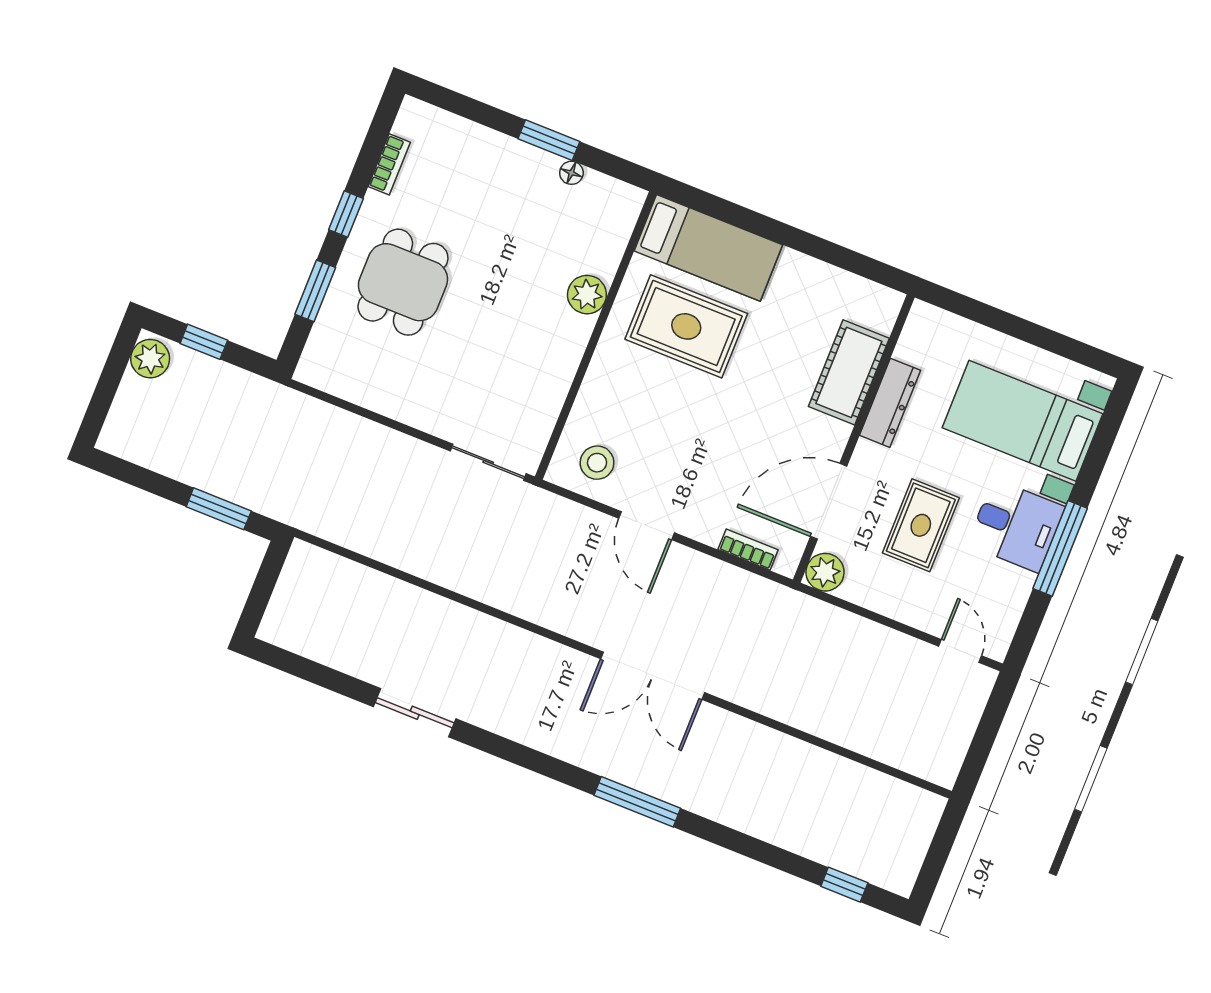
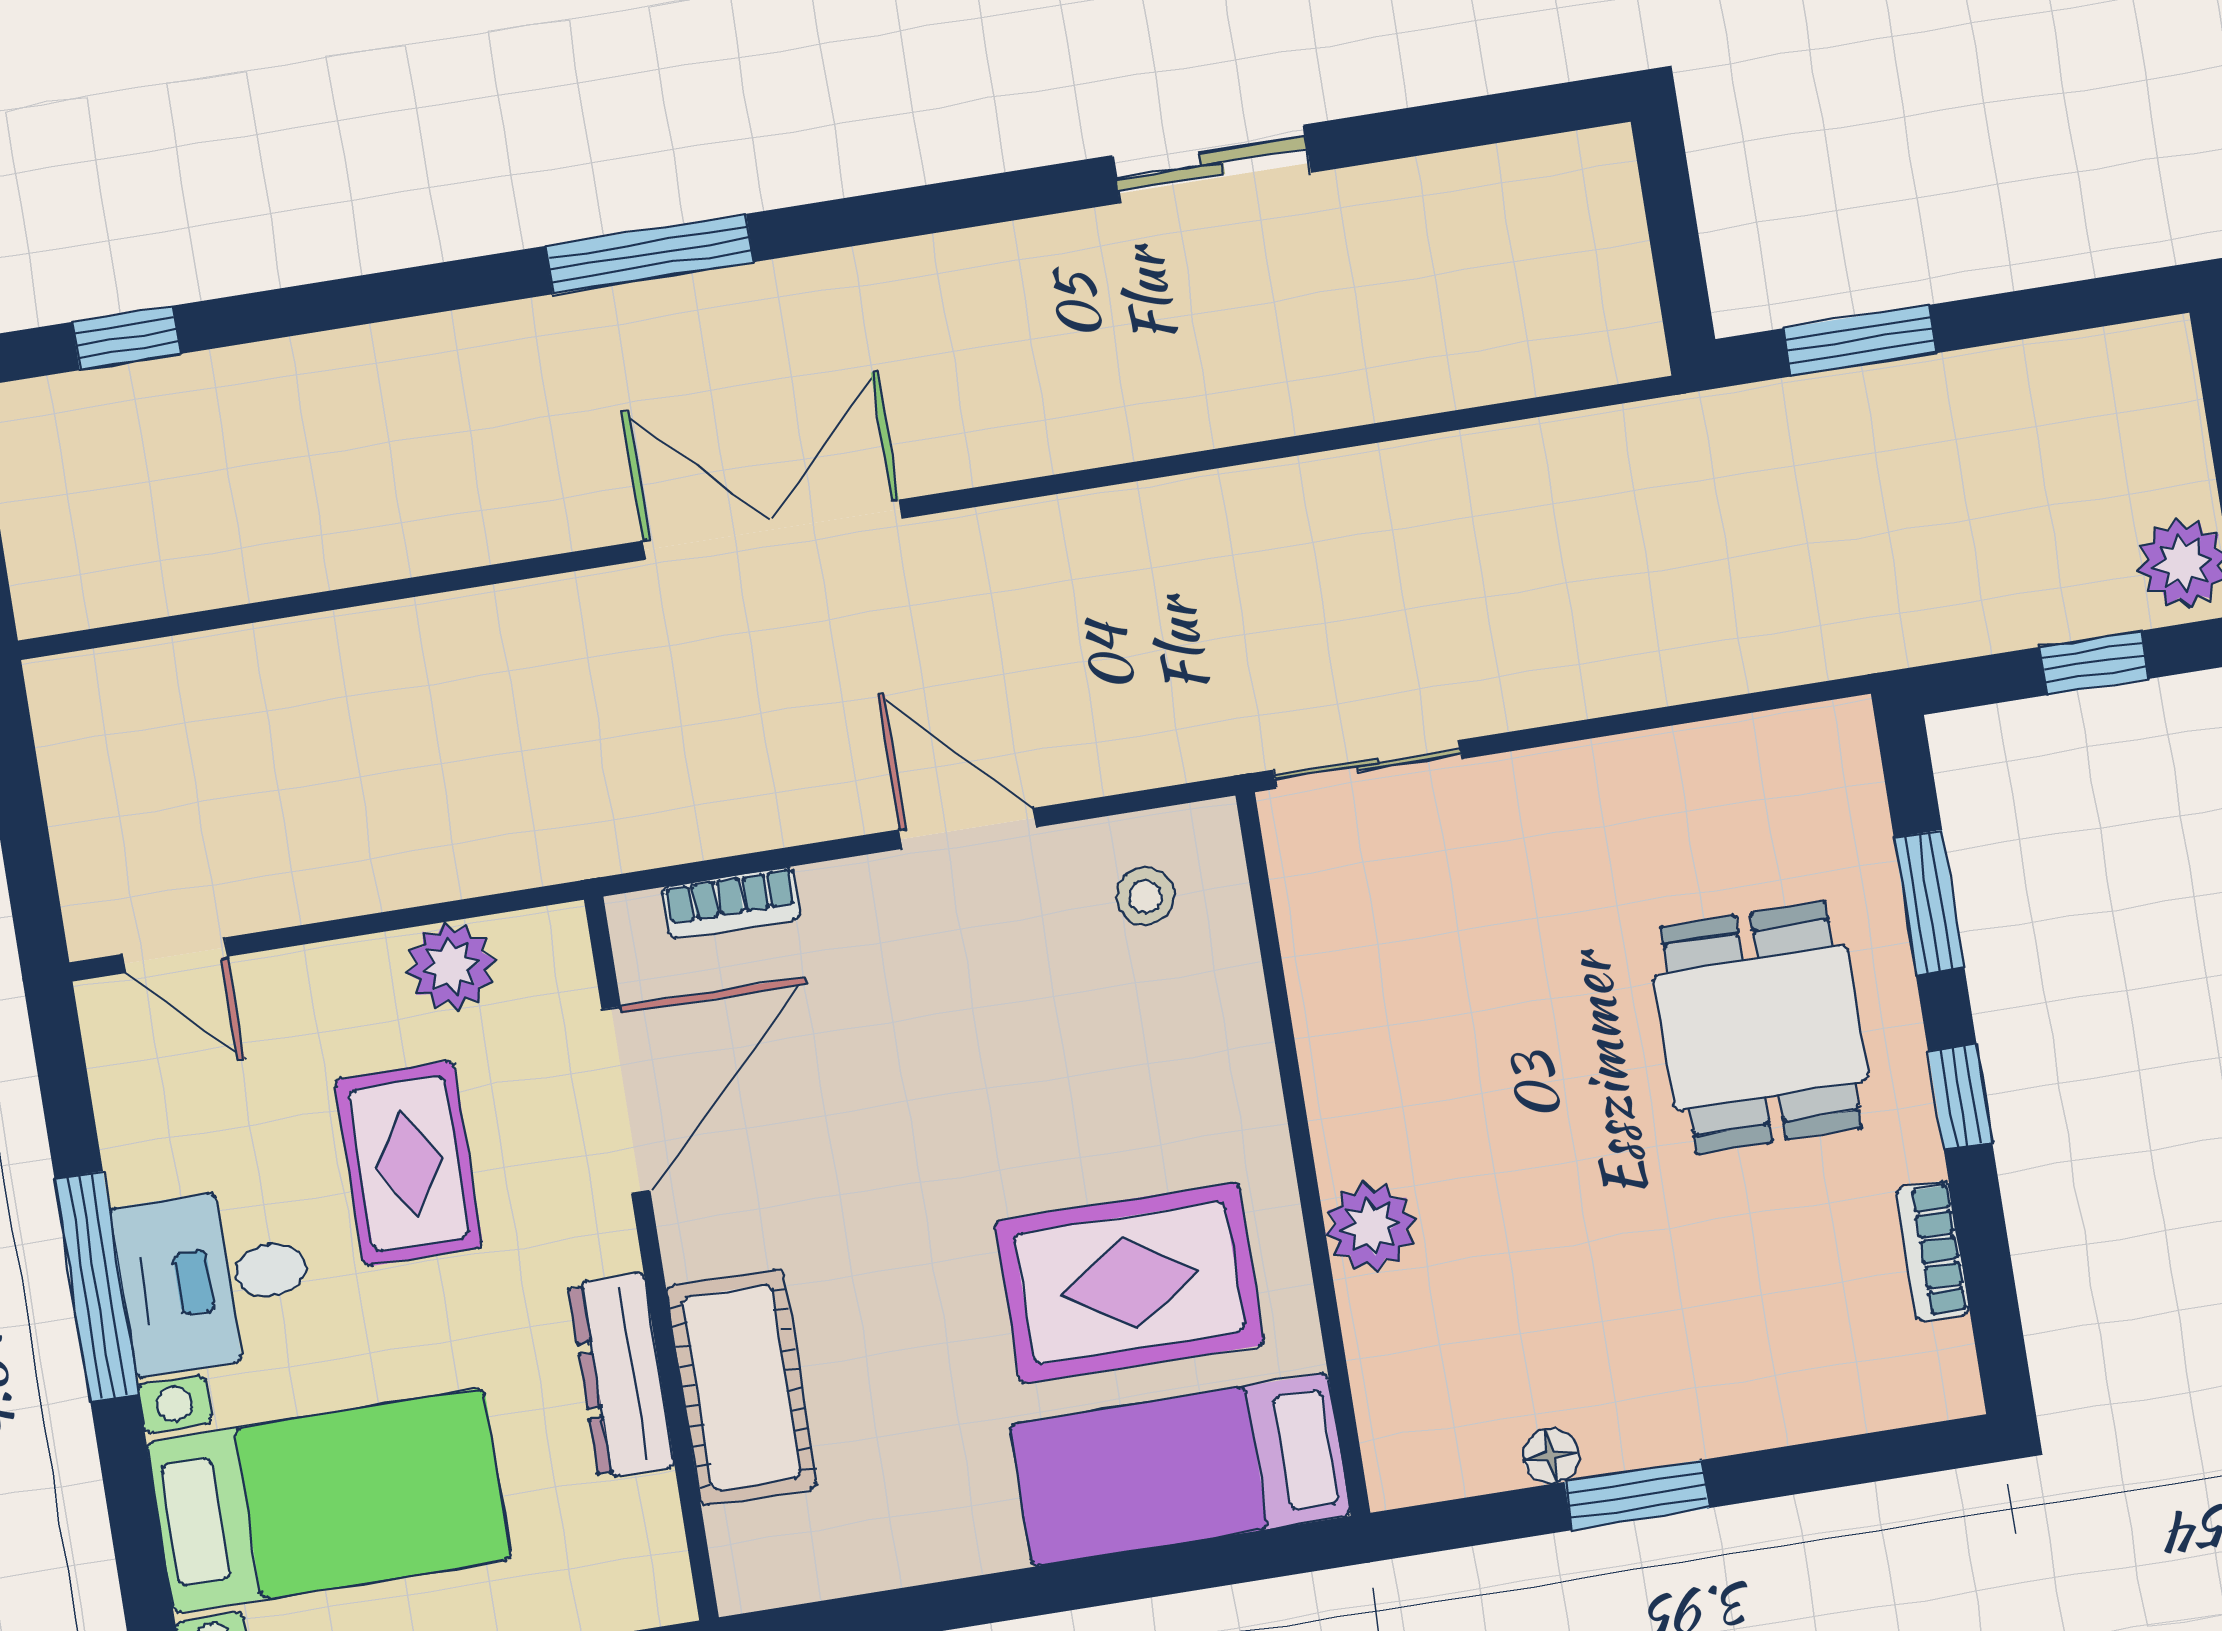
stool: (597, 463) -> (1145, 896), width x0.73, depth x0.73
plant: (825, 572) -> (451, 967), moved

